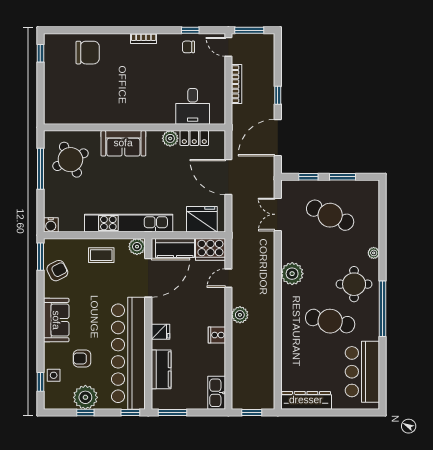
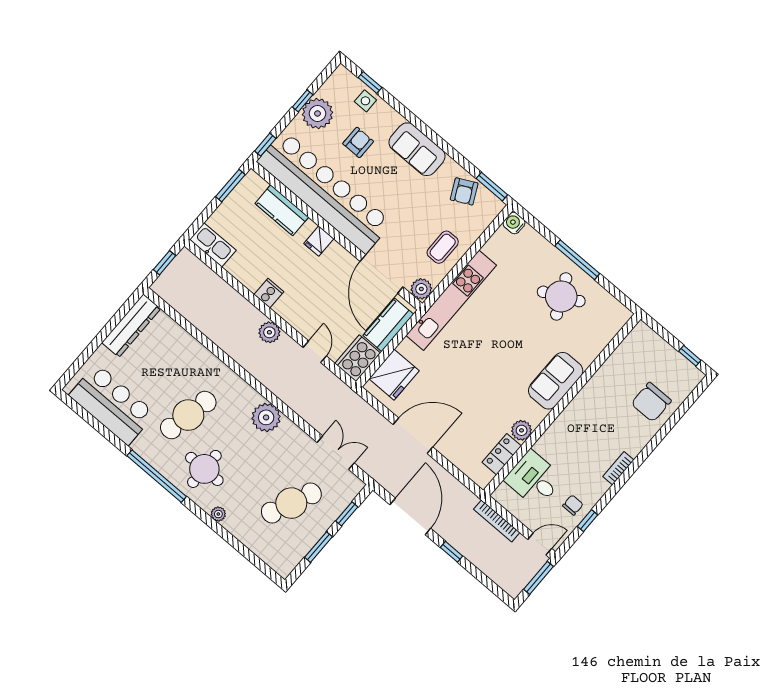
desk: (193, 106) -> (534, 479), moved
wall: (134, 127) -> (562, 405), moved
plant: (170, 138) -> (522, 430), moved
locker: (194, 138) -> (502, 454), moved
sofa: (123, 143) -> (556, 381), moved

